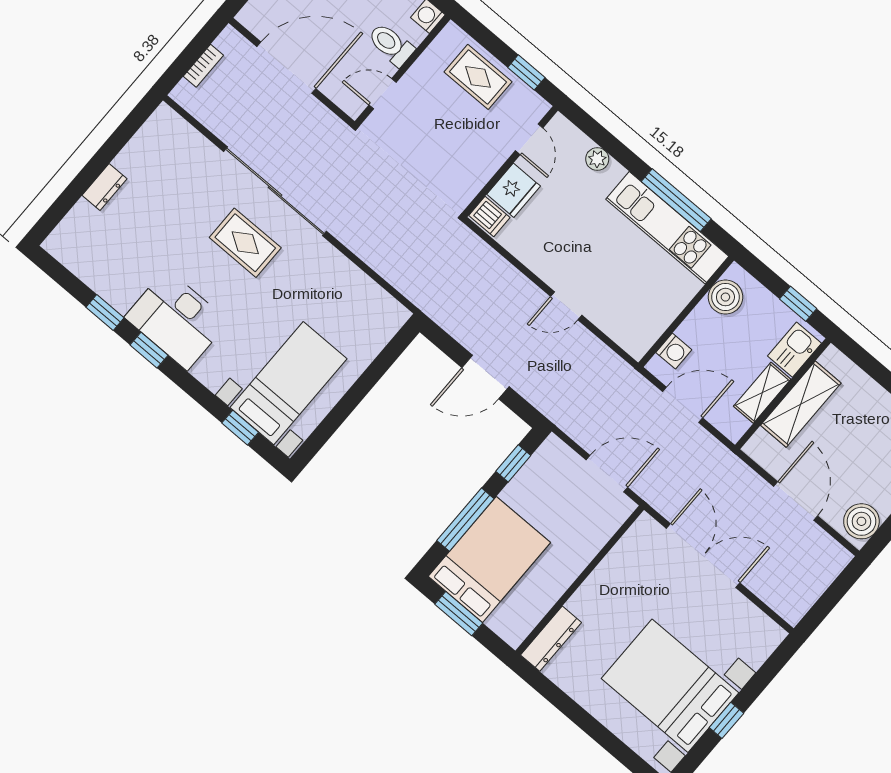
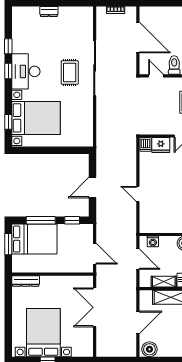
door: (485, 377) -> (92, 188), hinge flipped
bed with nightstands: (288, 383) -> (36, 118), width x1.36
double door: (703, 556) -> (95, 307), swing flipped

